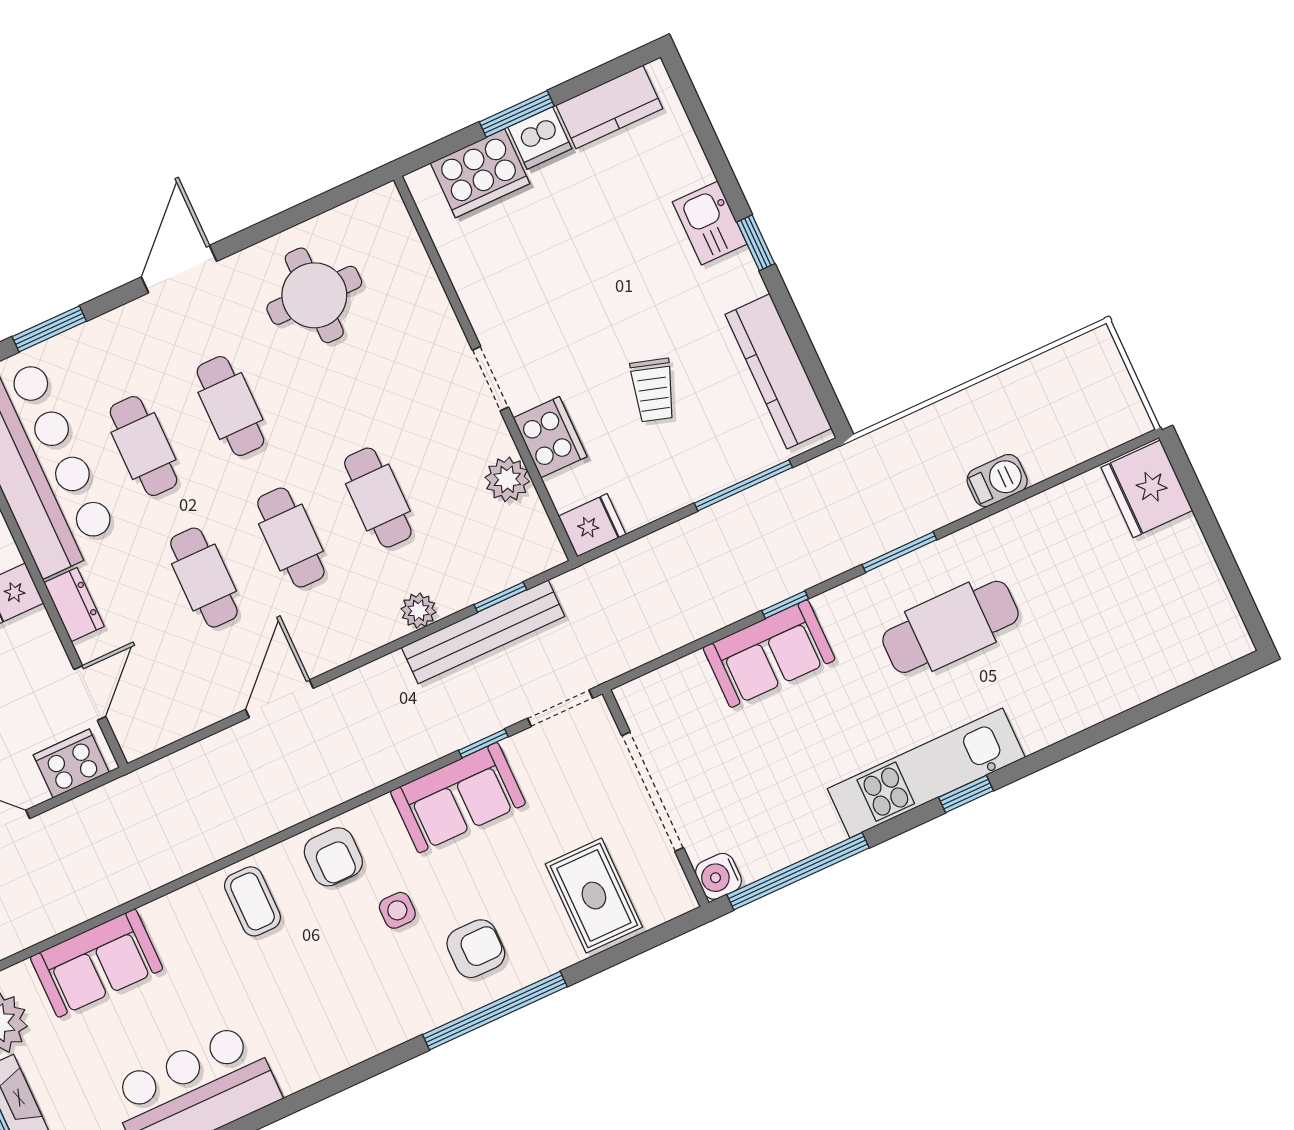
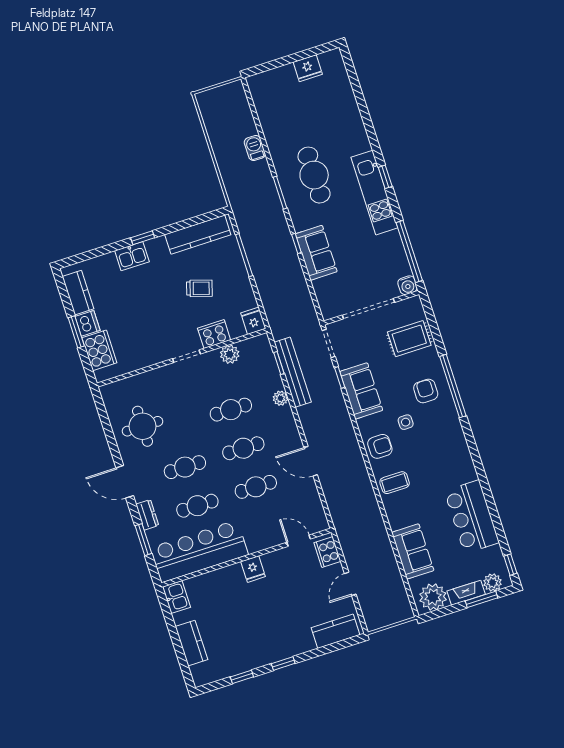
fridge: (1147, 489) -> (308, 68), moved, width x0.73, depth x0.75
dresser: (74, 605) -> (147, 515), moved, turned 90

